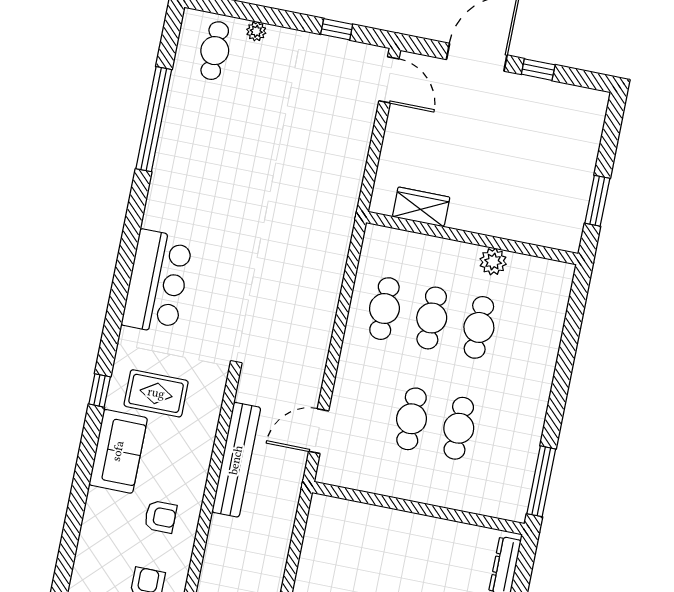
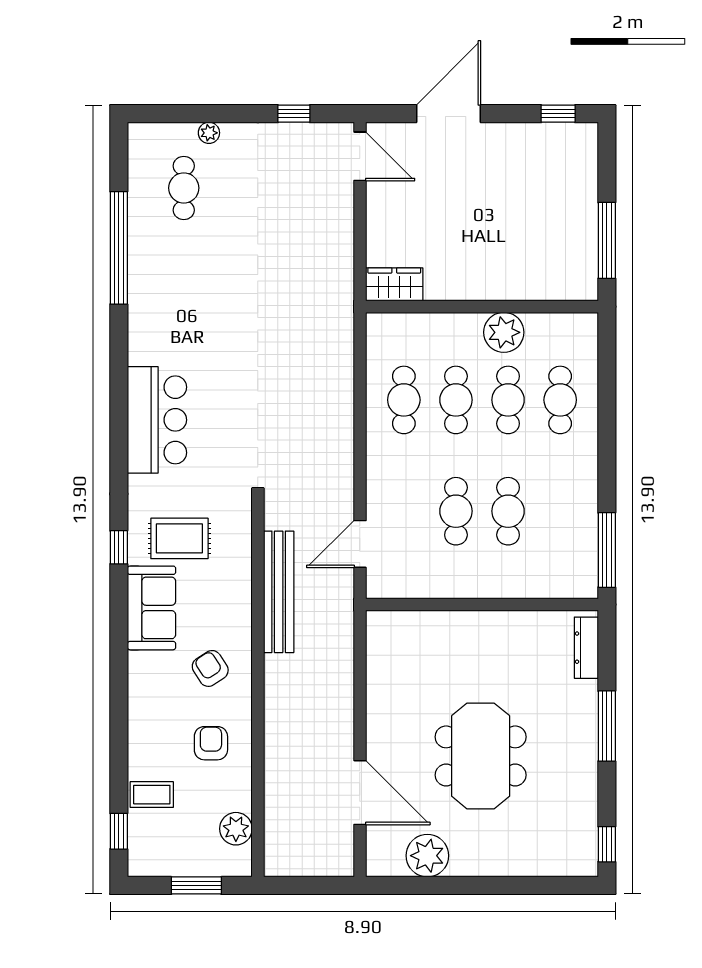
cafe table: (215, 51) -> (184, 188), moved
window: (538, 70) -> (558, 114), moved
window: (597, 201) -> (607, 240), width x1.44
wardrobe: (421, 207) -> (394, 284), moved
plant: (493, 262) -> (504, 332), width x1.36, depth x1.36
cafe table: (526, 337) -> (560, 400), added
armchair: (160, 517) -> (210, 668), turned -123

